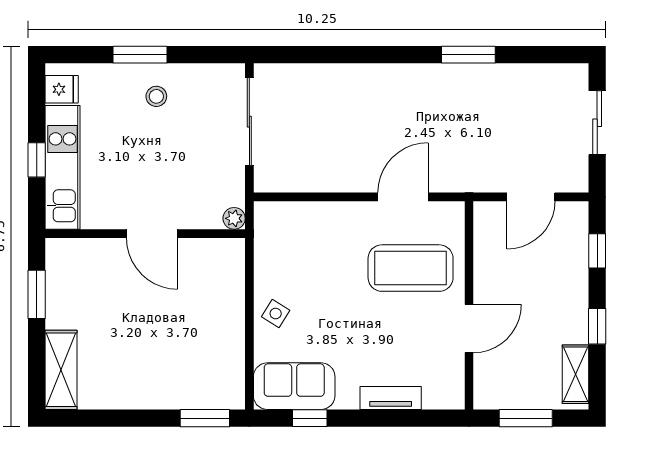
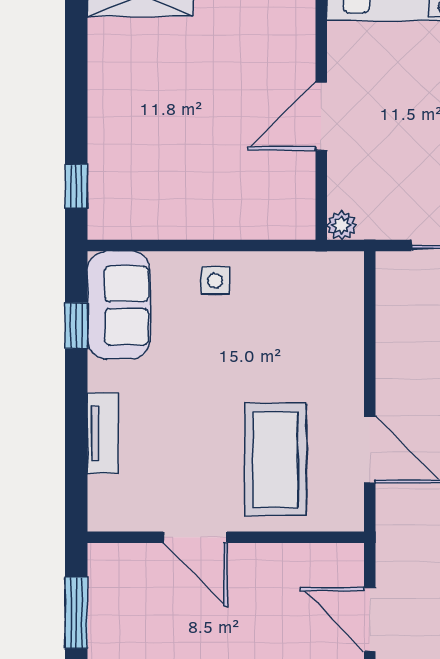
side table: (276, 314) -> (215, 280), turned -32
window: (205, 418) -> (76, 187), width x0.67

